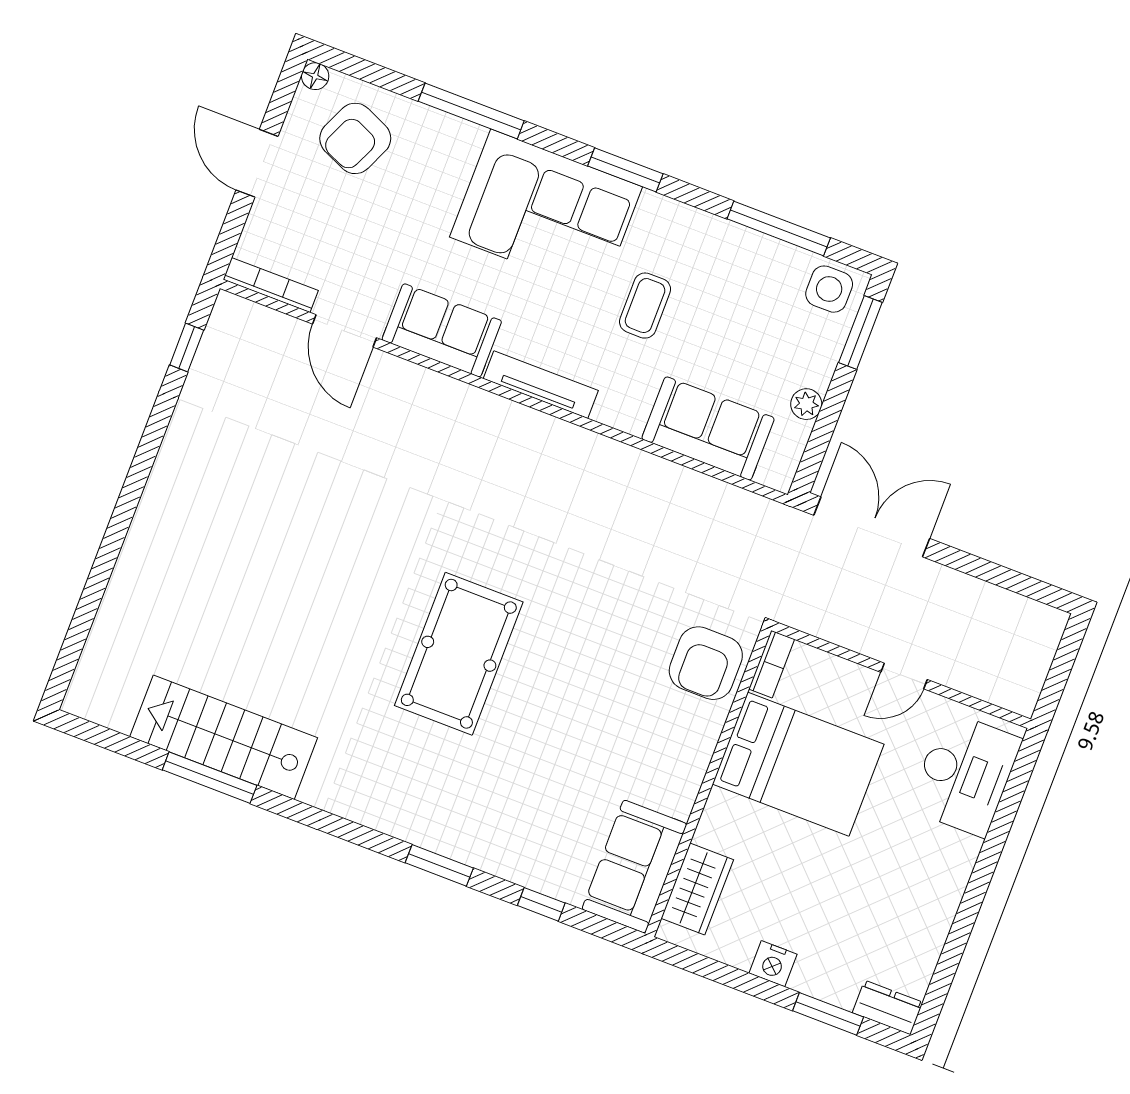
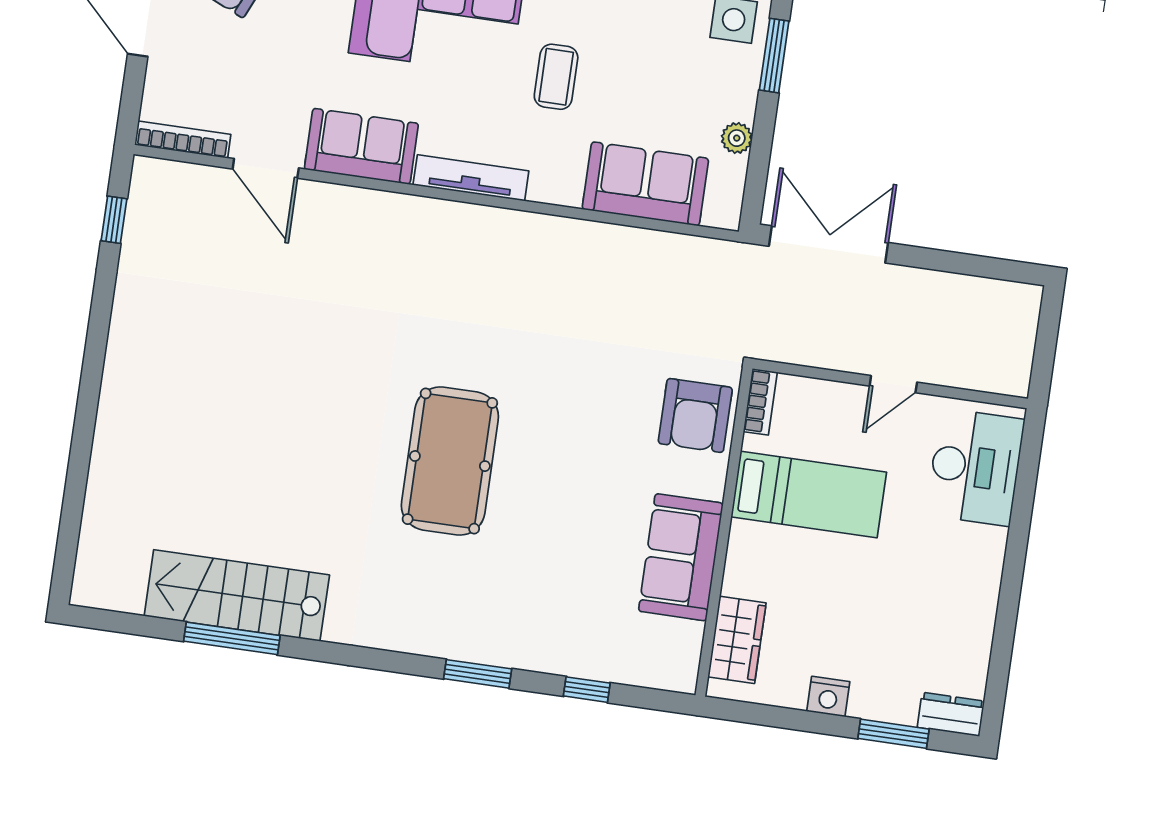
bed: (798, 764) -> (809, 494), width x0.67
sofa: (634, 866) -> (681, 557), moved

